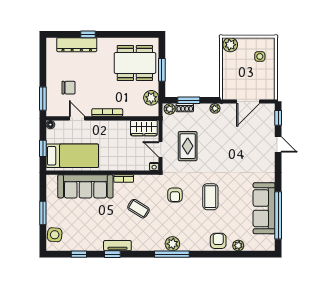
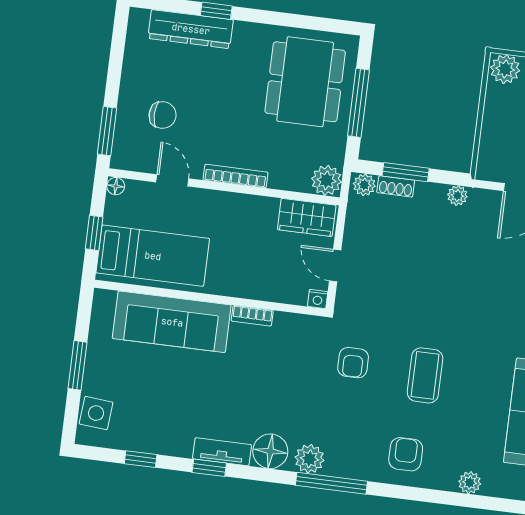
dining table: (135, 63) -> (305, 82), turned 90
window: (162, 70) -> (358, 103), width x1.44
plant: (151, 98) -> (326, 180), moved
rug: (188, 146) -> (392, 266), removed
coffee table: (138, 209) -> (275, 381), removed
armchair: (218, 241) -> (406, 454), moved
floor lamp: (141, 243) -> (270, 451), added
plant: (172, 244) -> (309, 459), moved

